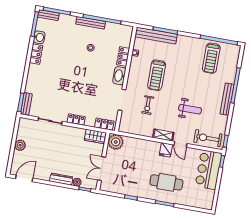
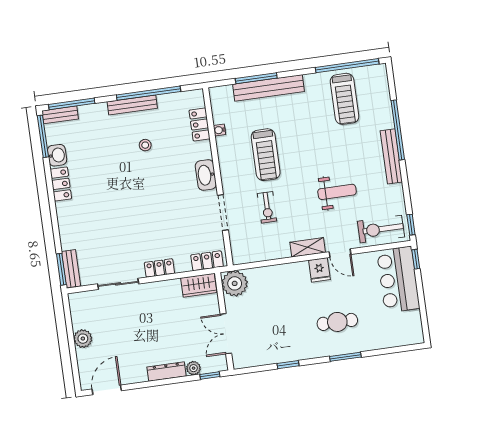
bench: (156, 36) -> (269, 88), moved
locker: (123, 56) -> (200, 124), moved
cafe table: (166, 182) -> (337, 322), width x0.73, depth x0.74

